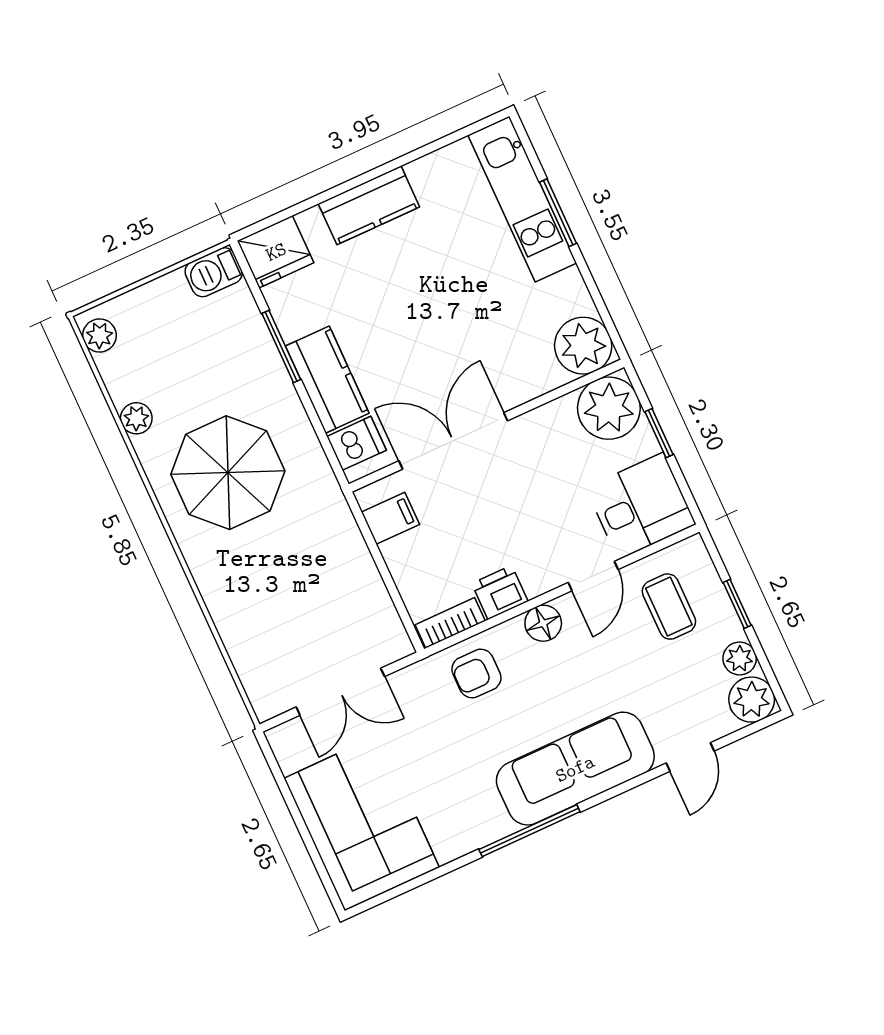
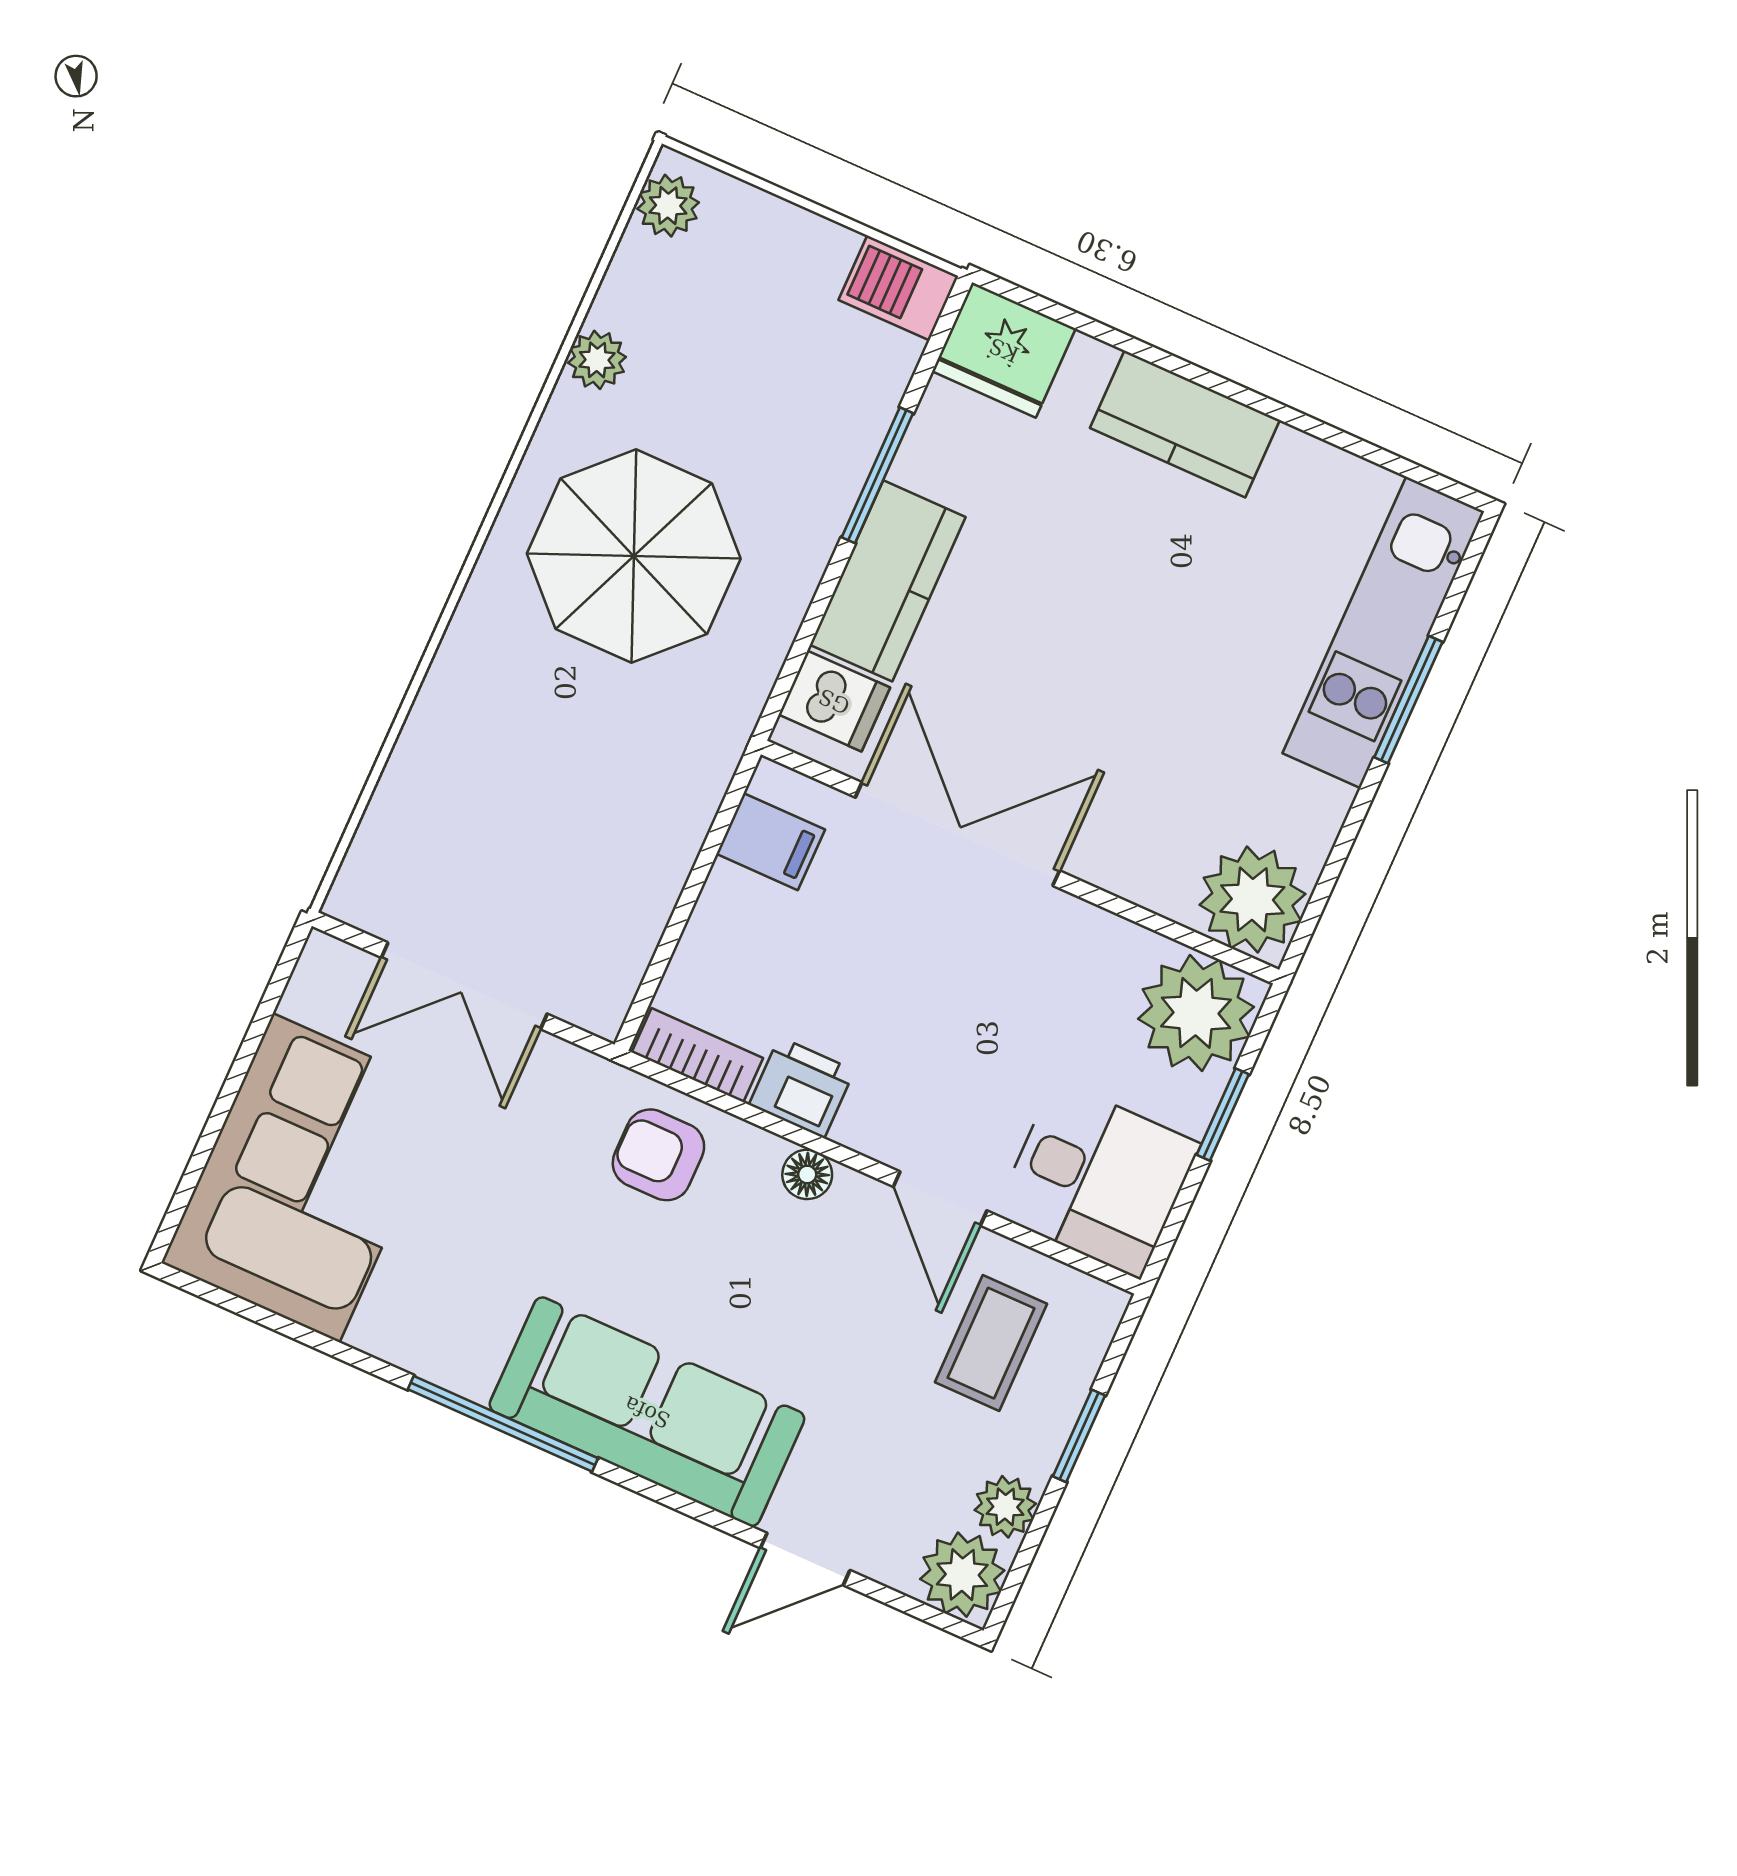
door: (593, 576) -> (940, 1199), hinge flipped
floor lamp: (543, 623) -> (807, 1174), width x0.73, depth x0.73

